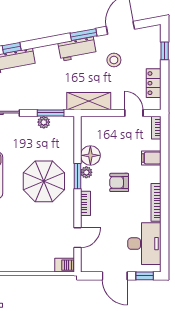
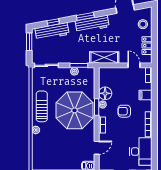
window: (84, 35) -> (85, 16), moved
workbench: (77, 49) -> (92, 24), width x1.37
window: (165, 51) -> (154, 24), removed
stool: (114, 60) -> (143, 24), moved
parasol: (44, 181) -> (74, 110), width x1.36, depth x1.36

